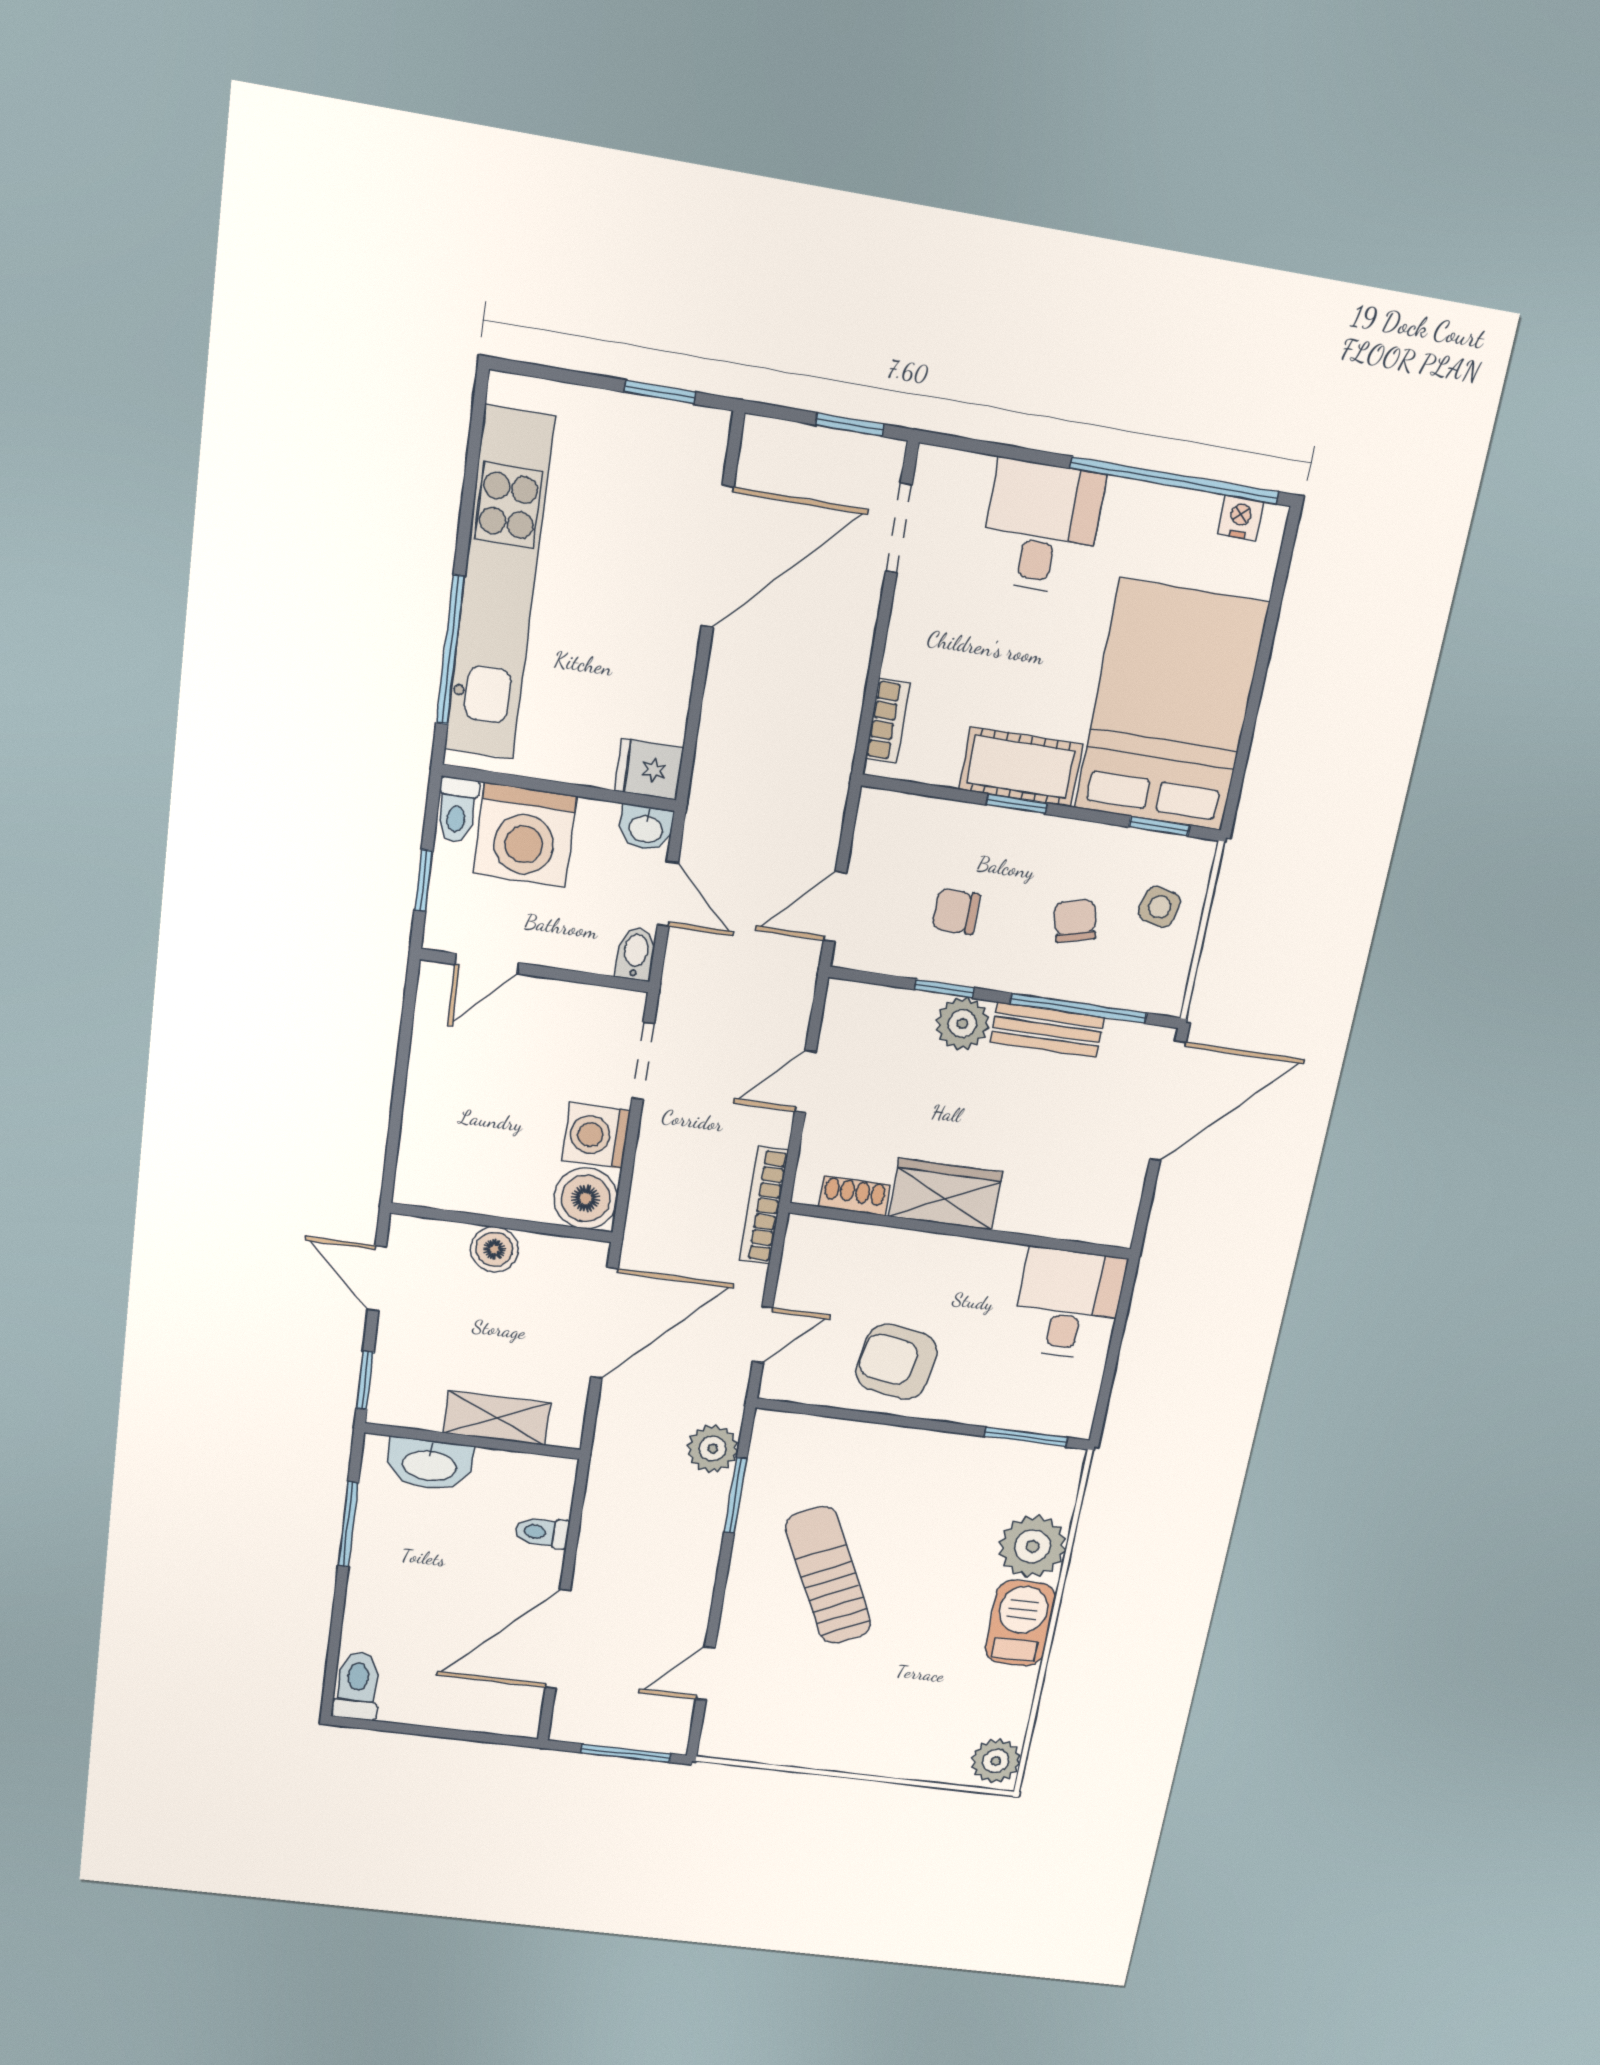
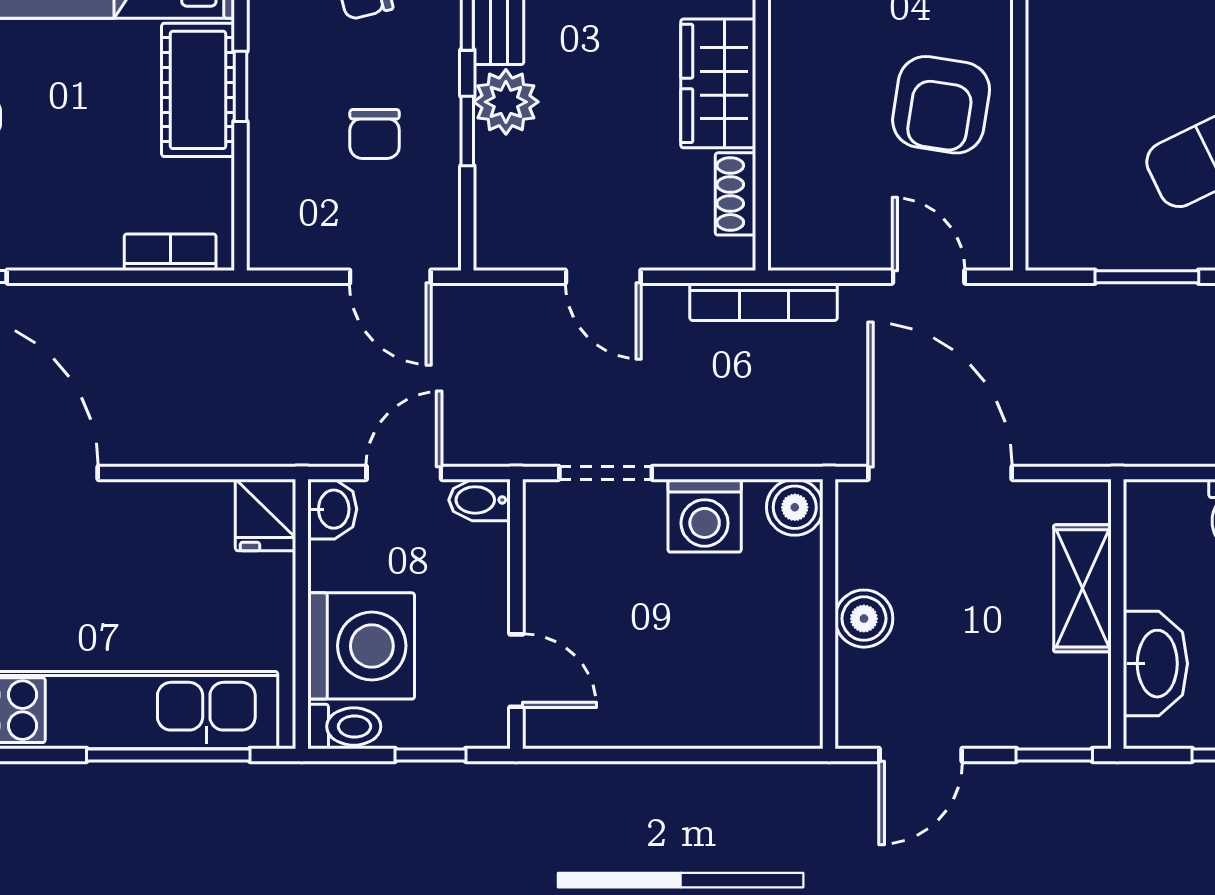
boiler: (586, 1198) -> (795, 507), width x0.73, depth x0.73
plant: (713, 1449) -> (1088, 315), removed

